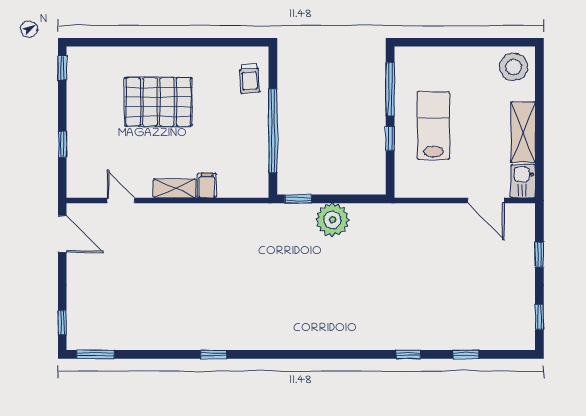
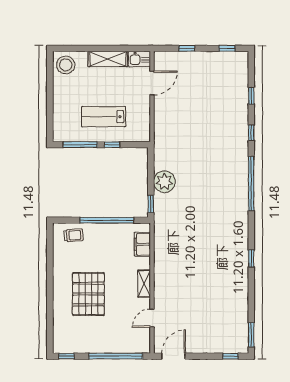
window: (62, 144) -> (116, 356), width x3.17
filing cabinet: (207, 186) -> (142, 244), moved, width x2.00
window: (330, 354) -> (251, 184), added

